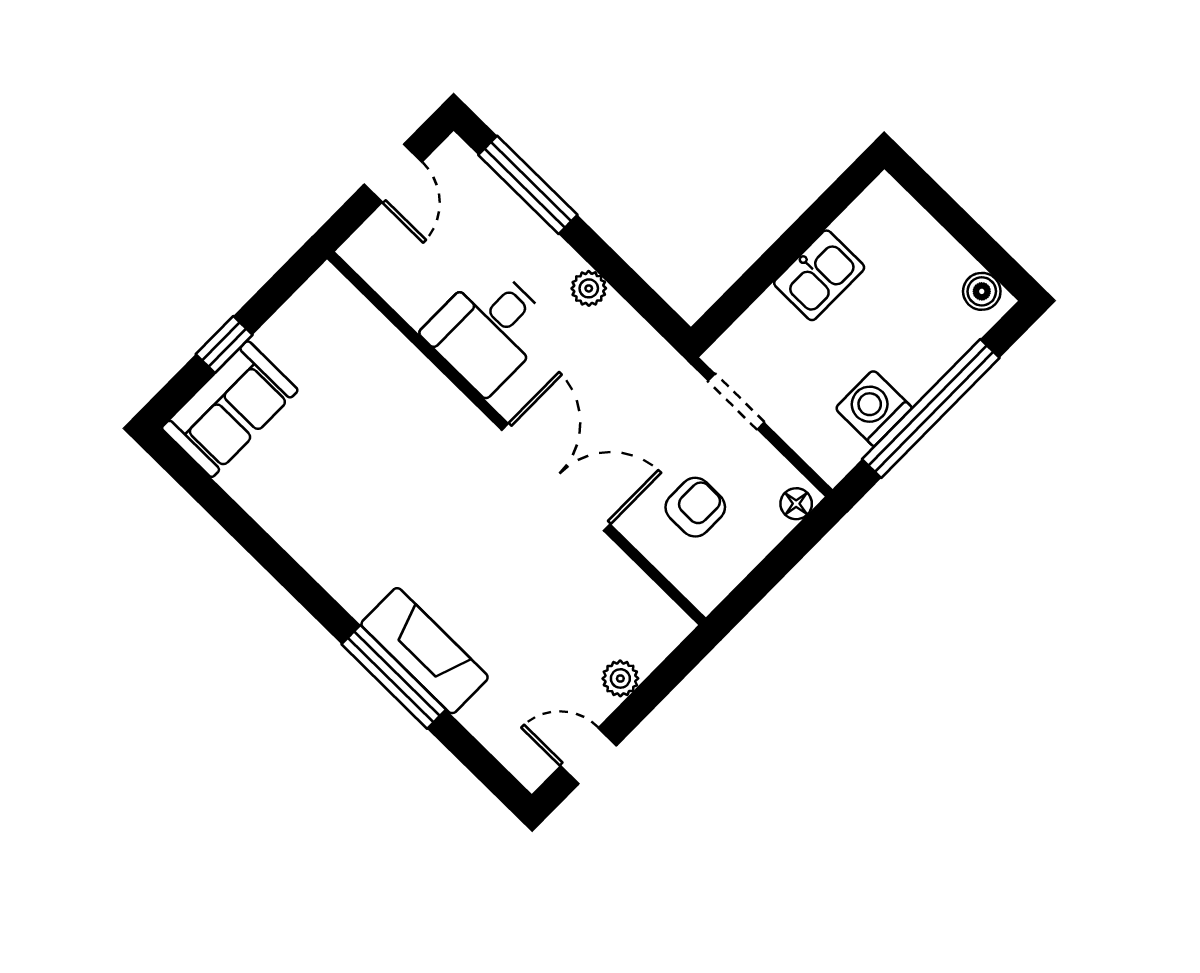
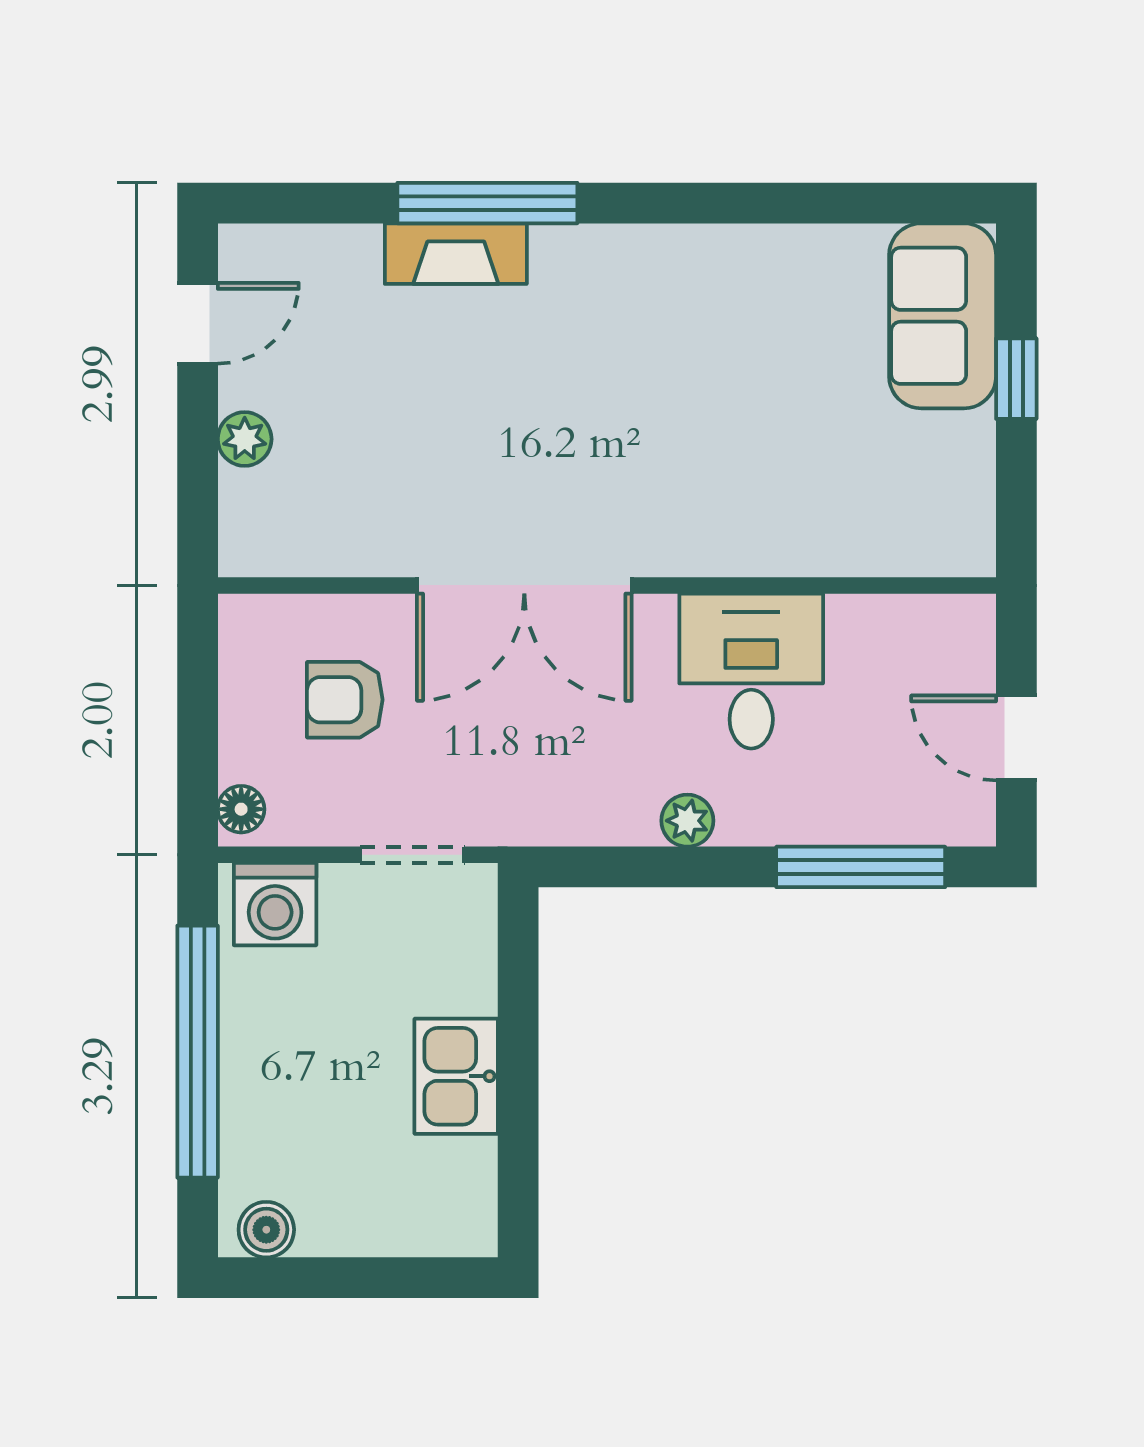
washing machine: (874, 408) -> (275, 904), moved, turned 90
armchair: (695, 507) -> (345, 700), turned 90
fireplace: (425, 651) -> (456, 254), width x0.73, depth x0.76

